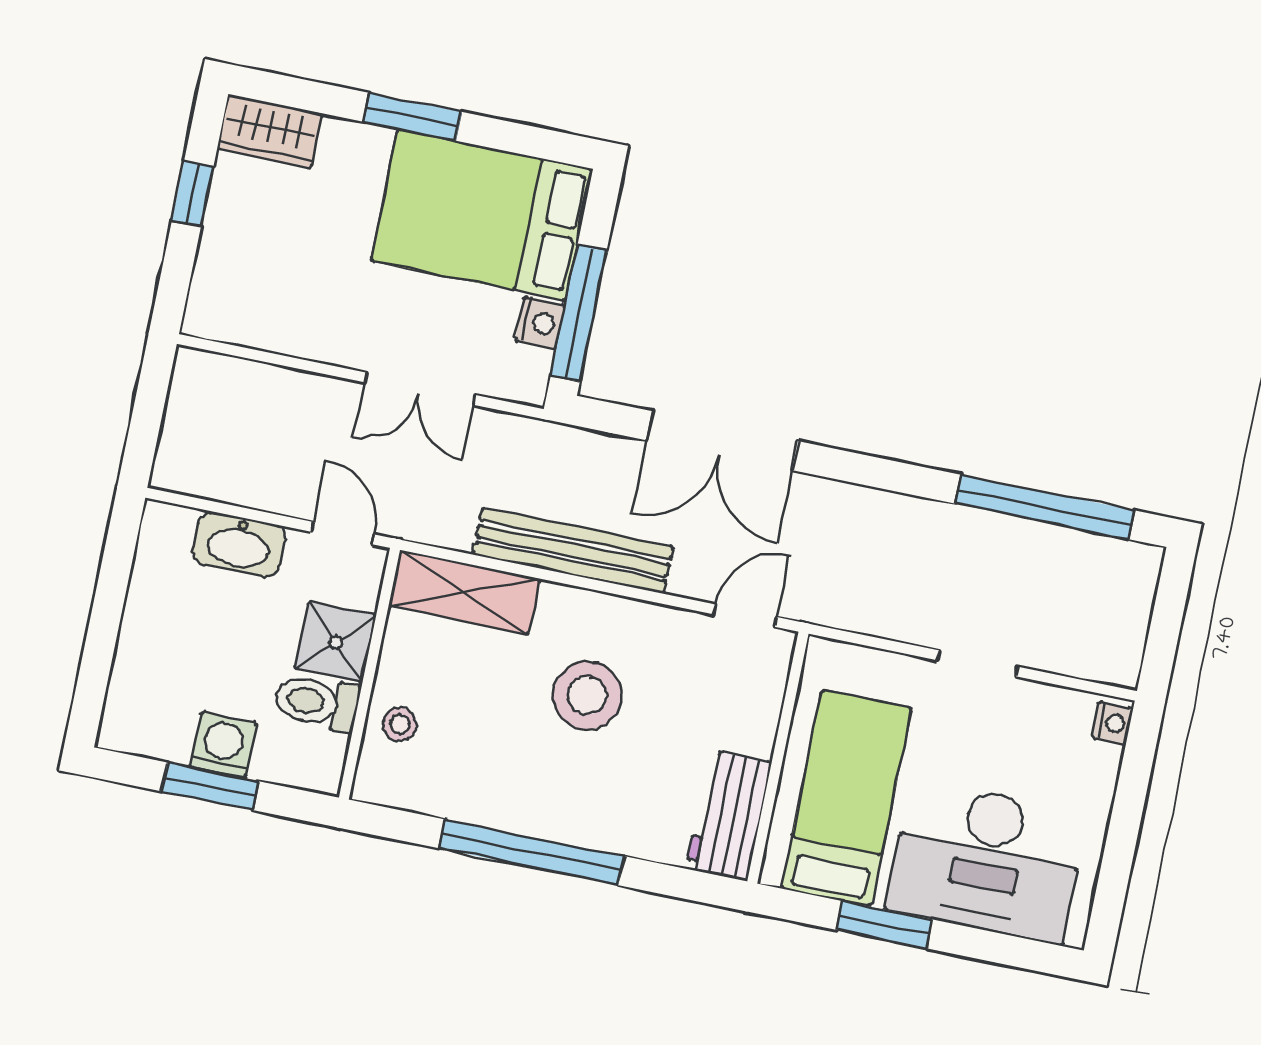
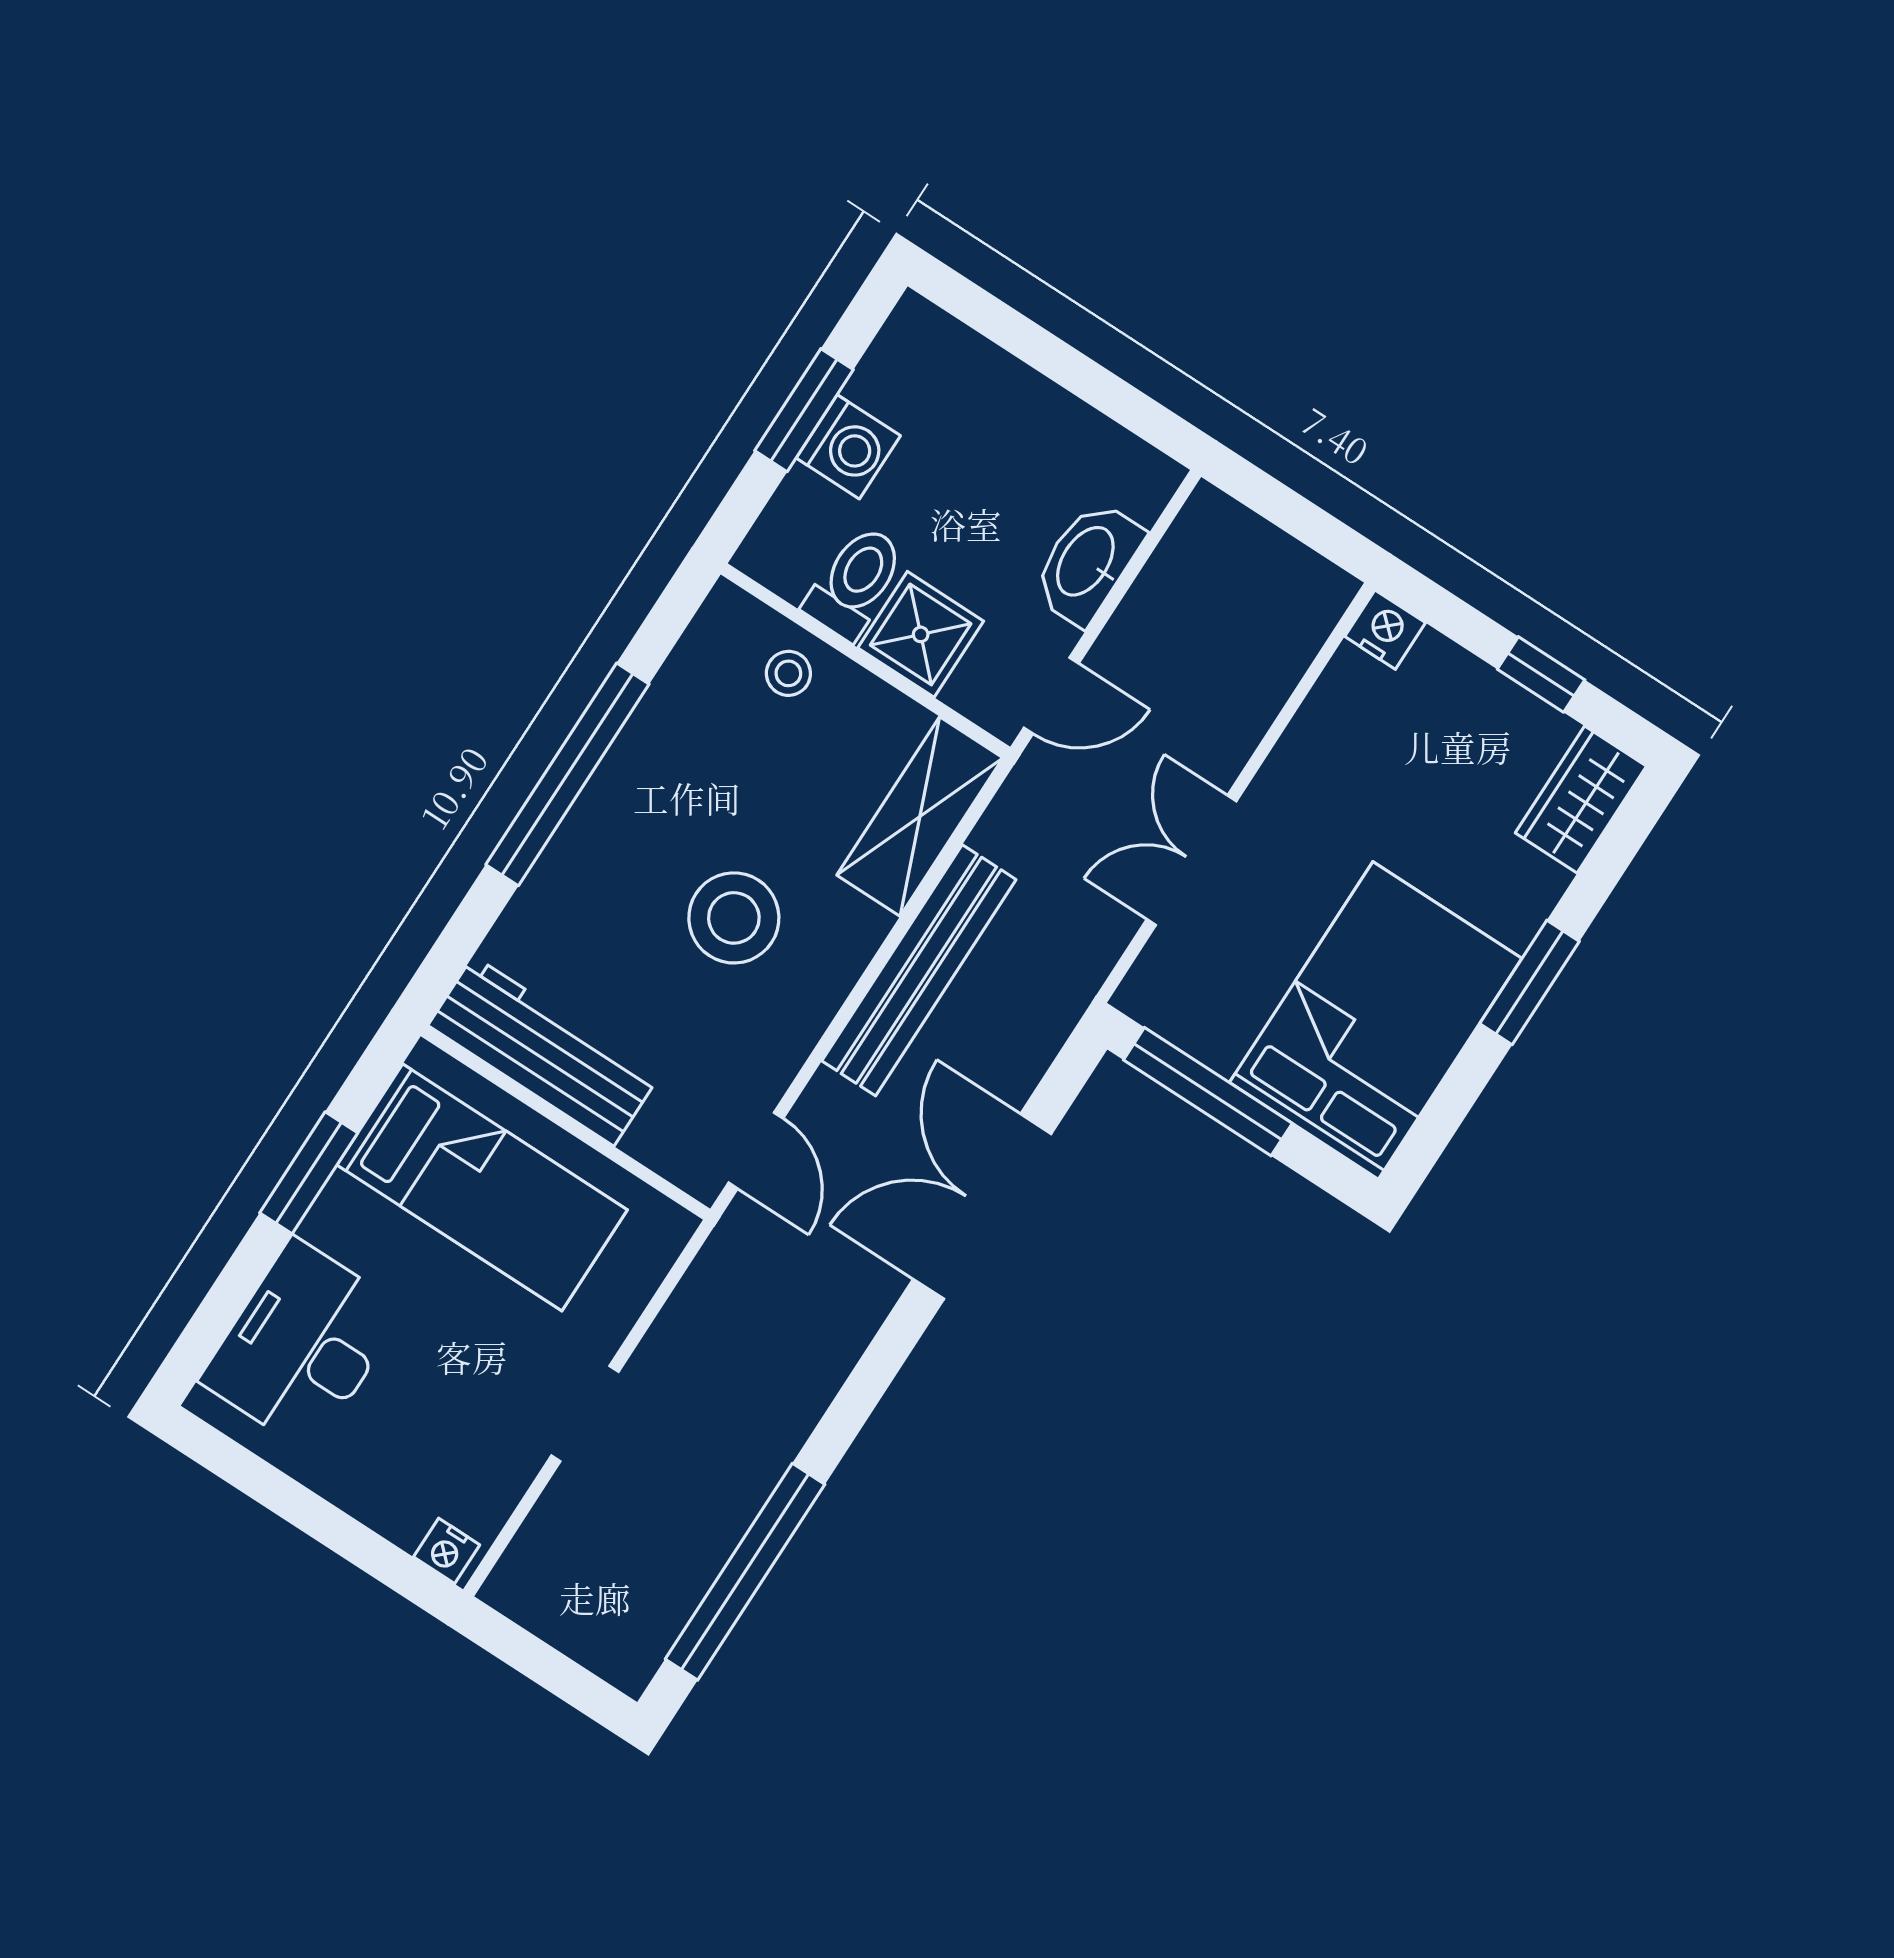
nightstand: (540, 323) -> (1385, 630), moved, turned 180
workbench: (729, 815) -> (543, 1051), width x1.38
desk: (987, 861) -> (302, 1345), width x0.73, depth x0.77

